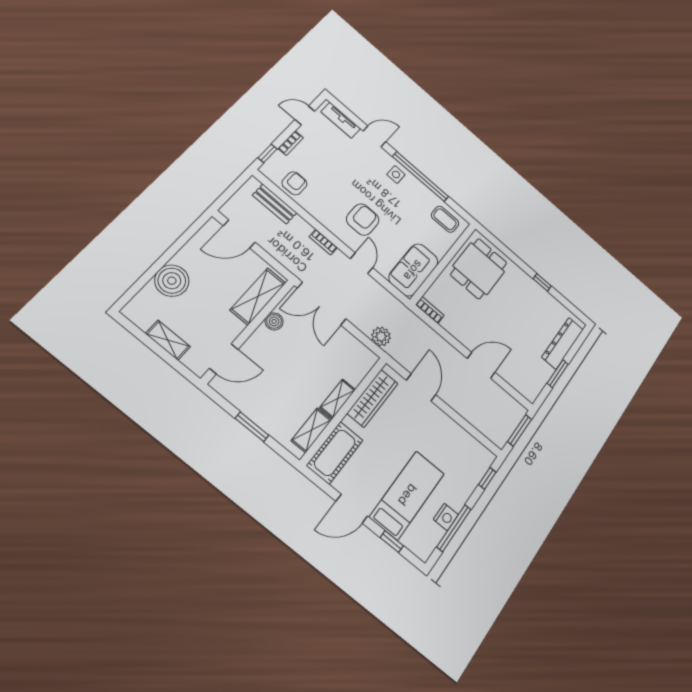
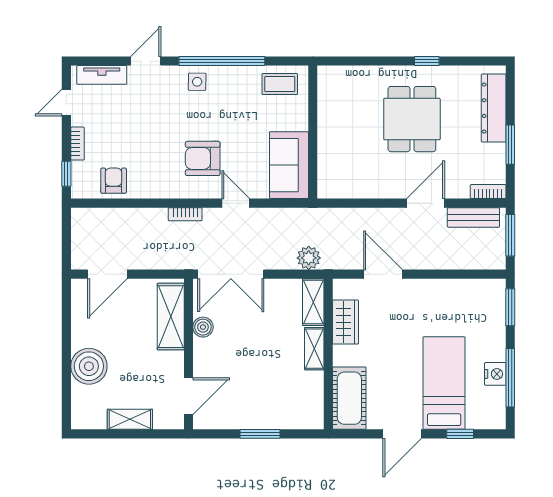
bench: (275, 204) -> (473, 217), moved
armchair: (363, 220) -> (203, 158), turned -90
dining table: (479, 269) -> (412, 119), moved
bookcase: (430, 310) -> (488, 192), moved
wardrobe: (373, 398) -> (346, 322), width x0.67
shelving: (312, 430) -> (313, 302), moved
window: (487, 478) -> (510, 307), width x1.50

